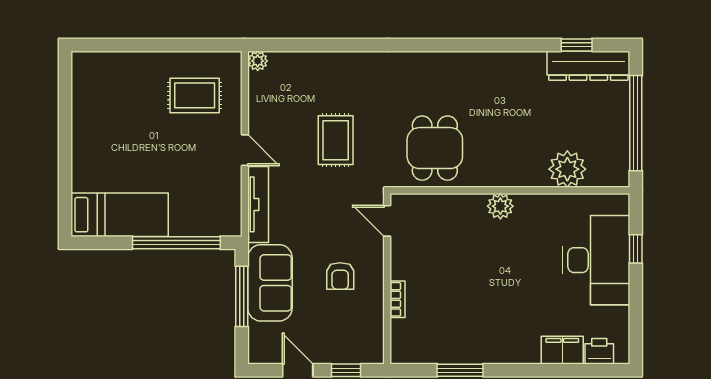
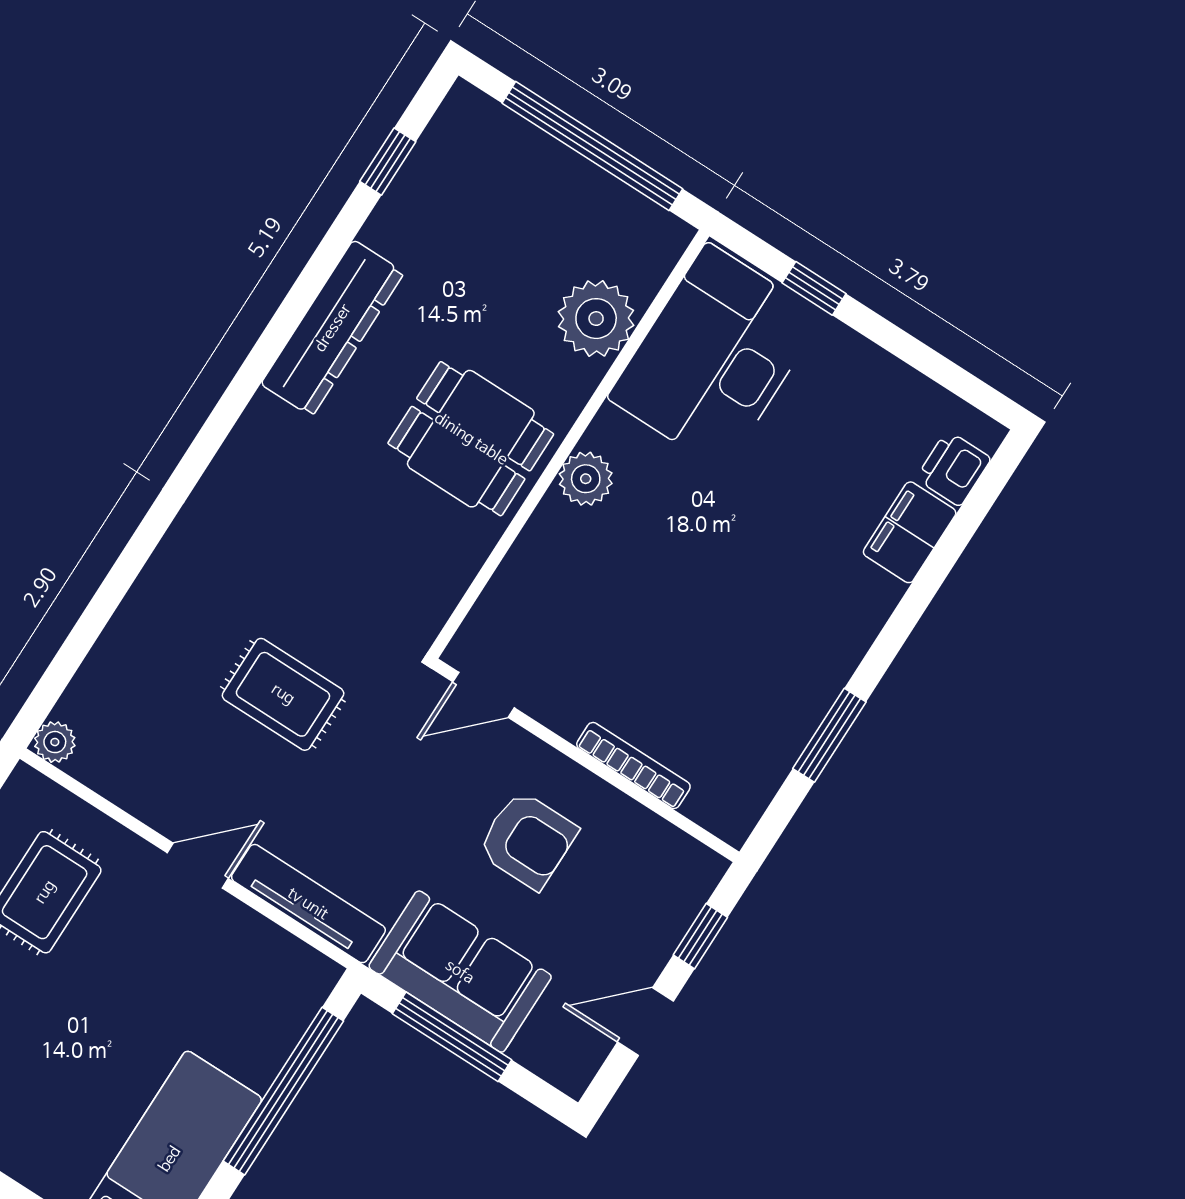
dresser: (588, 66) -> (333, 328), moved
dining table: (435, 148) -> (471, 439), moved
desk: (596, 260) -> (715, 357), moved, turned -90
armchair: (340, 276) -> (528, 840), width x1.38, depth x1.38
bookcase: (397, 299) -> (633, 765), width x1.56

